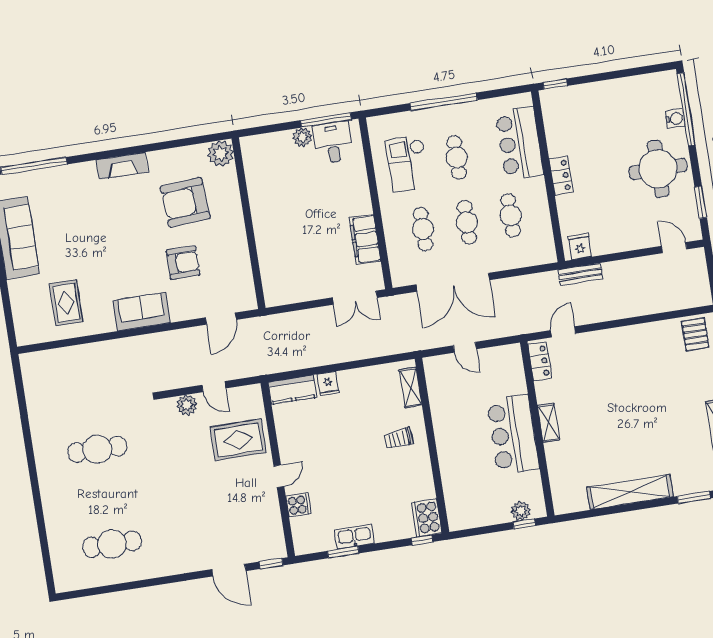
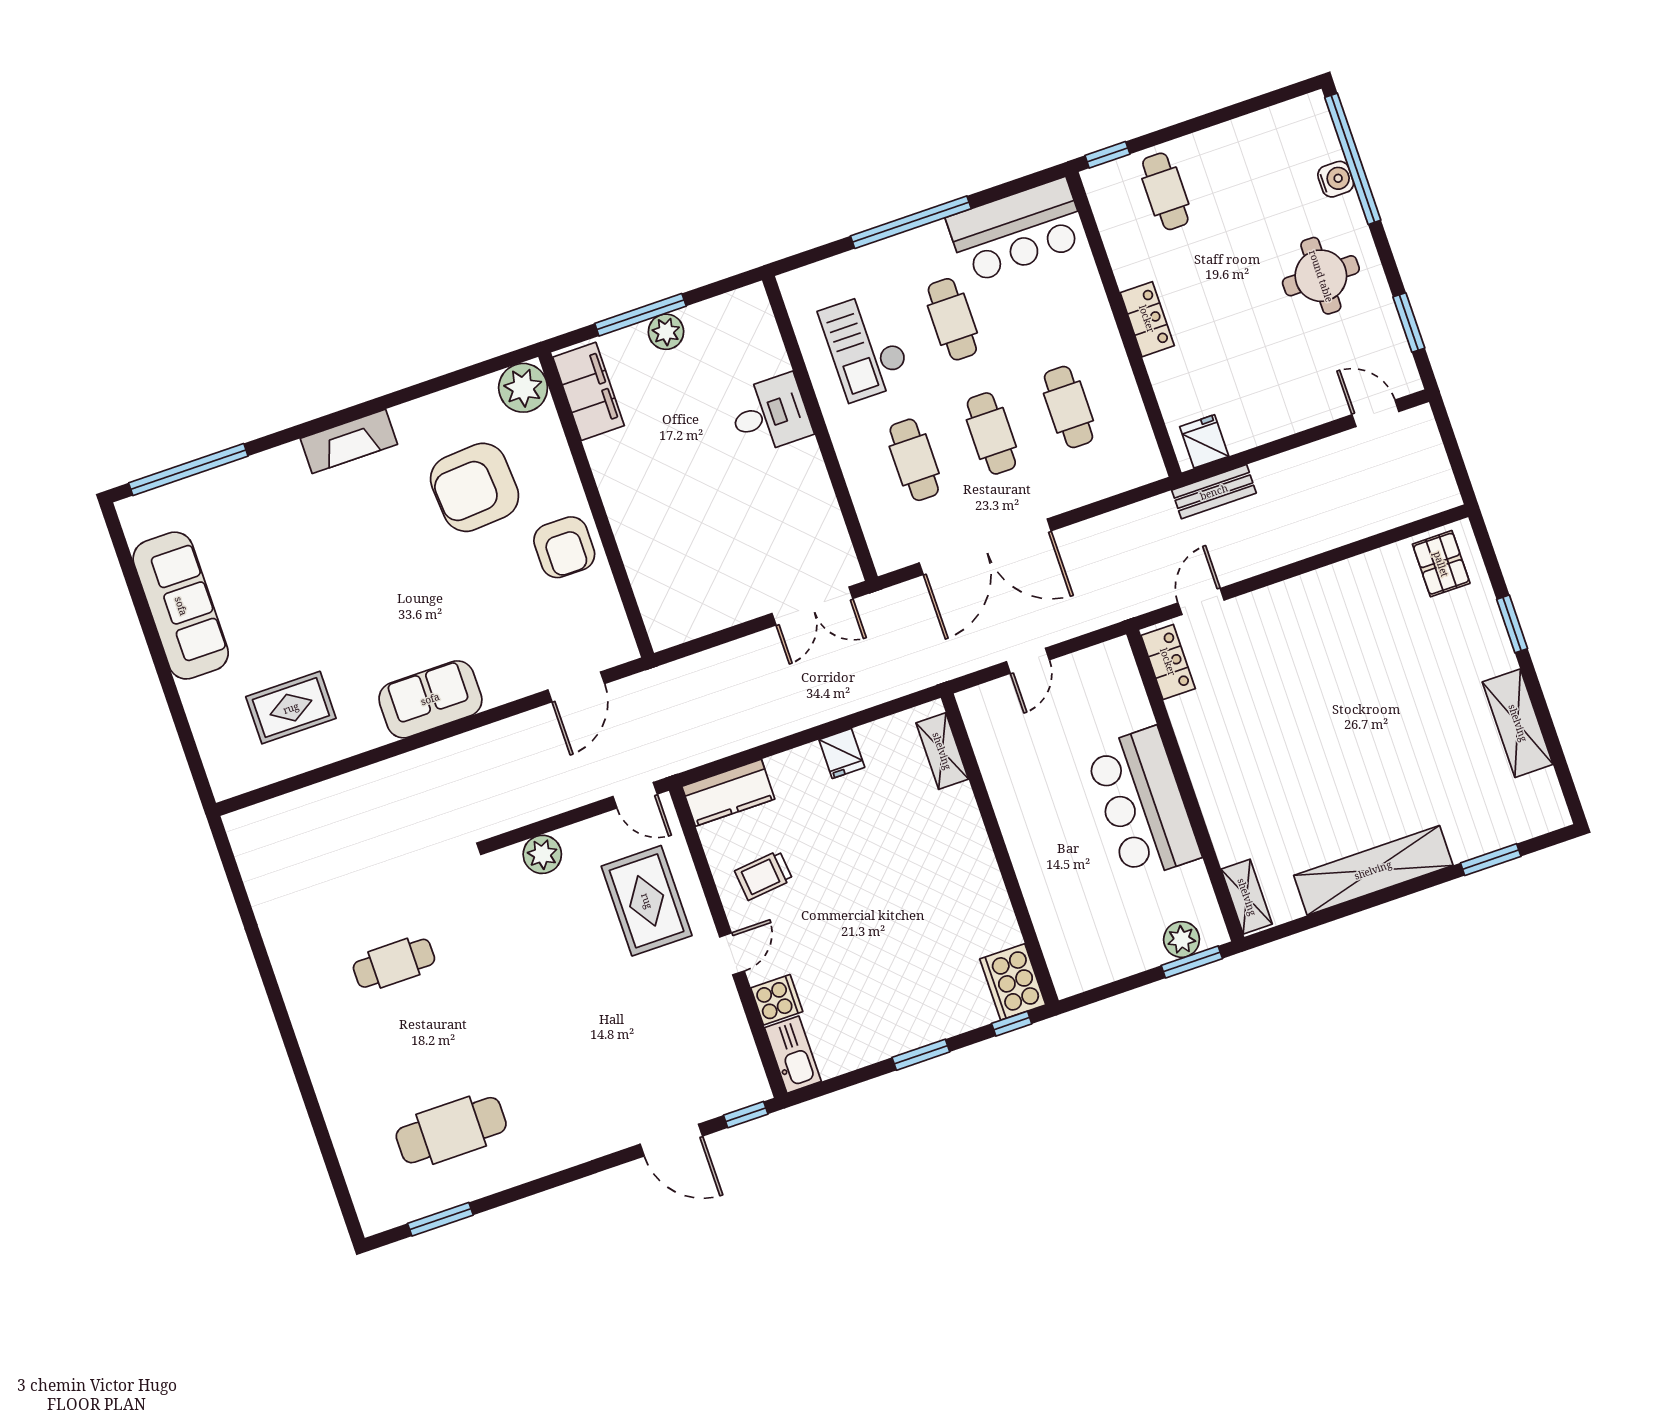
cafe table: (583, 109) -> (1165, 191), added
window: (326, 120) -> (640, 315), moved
desk: (333, 142) -> (770, 414), moved, turned 90
bar counter: (519, 143) -> (1017, 231), moved, turned -90
round table: (658, 169) -> (1321, 276), width x0.73, depth x0.73
filing cabinet: (365, 239) -> (589, 391), moved, turned 180
armchair: (183, 263) -> (564, 547), moved, turned 90
rug: (66, 303) -> (291, 708), turned 90
door: (465, 347) -> (1028, 661), hinge flipped
fridge: (328, 384) -> (842, 753), moved
door: (214, 387) -> (635, 795), moved
shelving: (549, 423) -> (1247, 897), moved
trolley: (398, 439) -> (764, 875), moved
rug: (238, 440) -> (647, 901), turned 90
cafe table: (97, 449) -> (394, 963), width x0.73, depth x0.74
window: (524, 524) -> (1192, 962), width x1.50
kitchen sink: (354, 537) -> (793, 1055), moved, turned 90
window: (343, 552) -> (921, 1055), moved
window: (98, 591) -> (440, 1219), added

